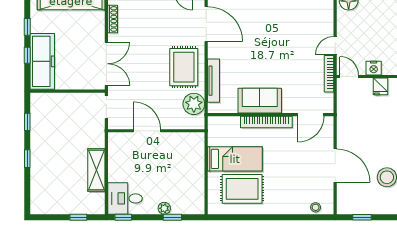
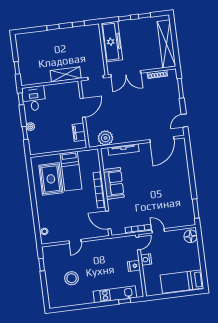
freezer: (42, 61) -> (112, 42), moved, turned -90
rug: (184, 67) -> (130, 128), removed
filing cabinet: (181, 141) -> (79, 132), added
door: (335, 166) -> (75, 241), width x0.53
shelving: (96, 170) -> (66, 74), moved

